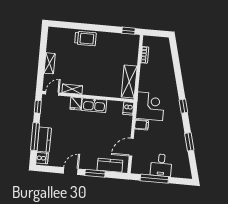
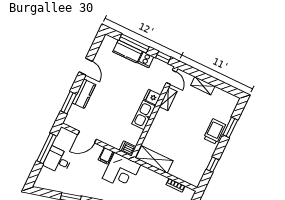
window: (77, 26) -> (230, 127), added
window: (129, 31) -> (213, 165), moved
trolley: (85, 39) -> (214, 131), turned 180
door: (131, 147) -> (87, 137), swing flipped
cooker: (42, 158) -> (146, 60), moved
kitchen counter: (110, 165) -> (84, 94), moved
window: (95, 173) -> (69, 103), moved

